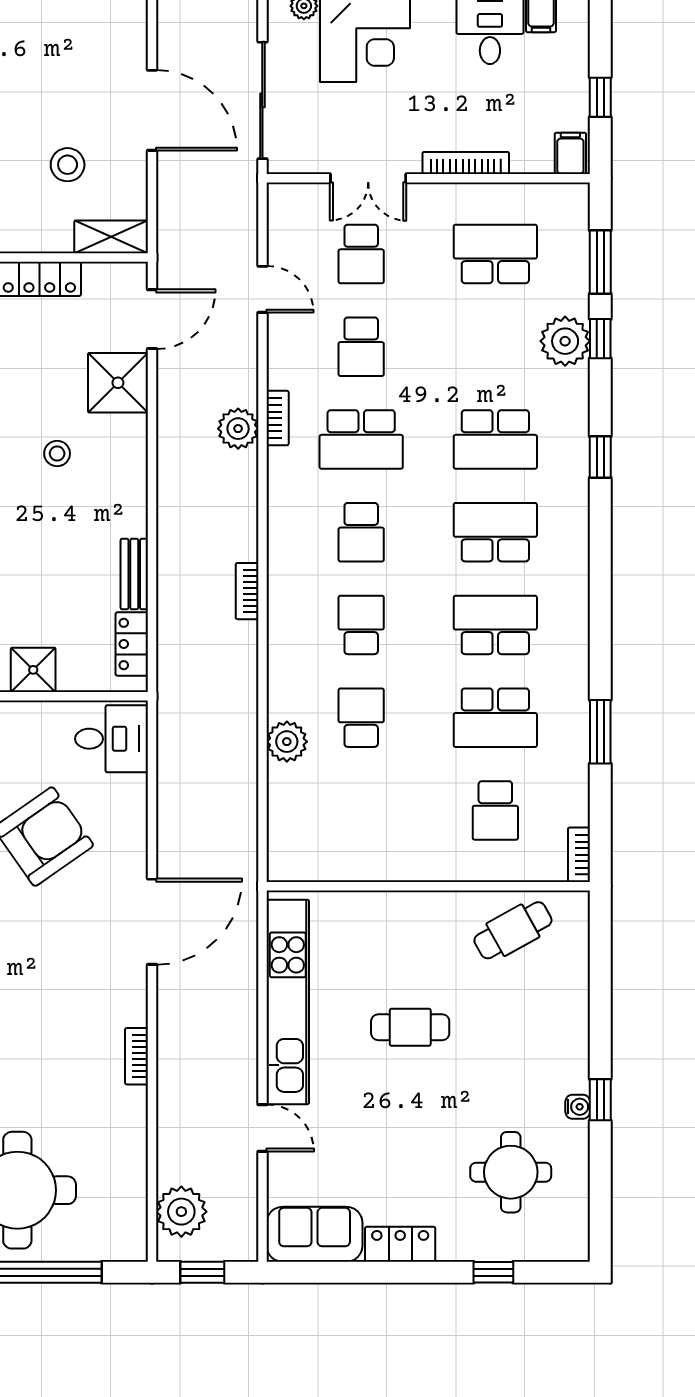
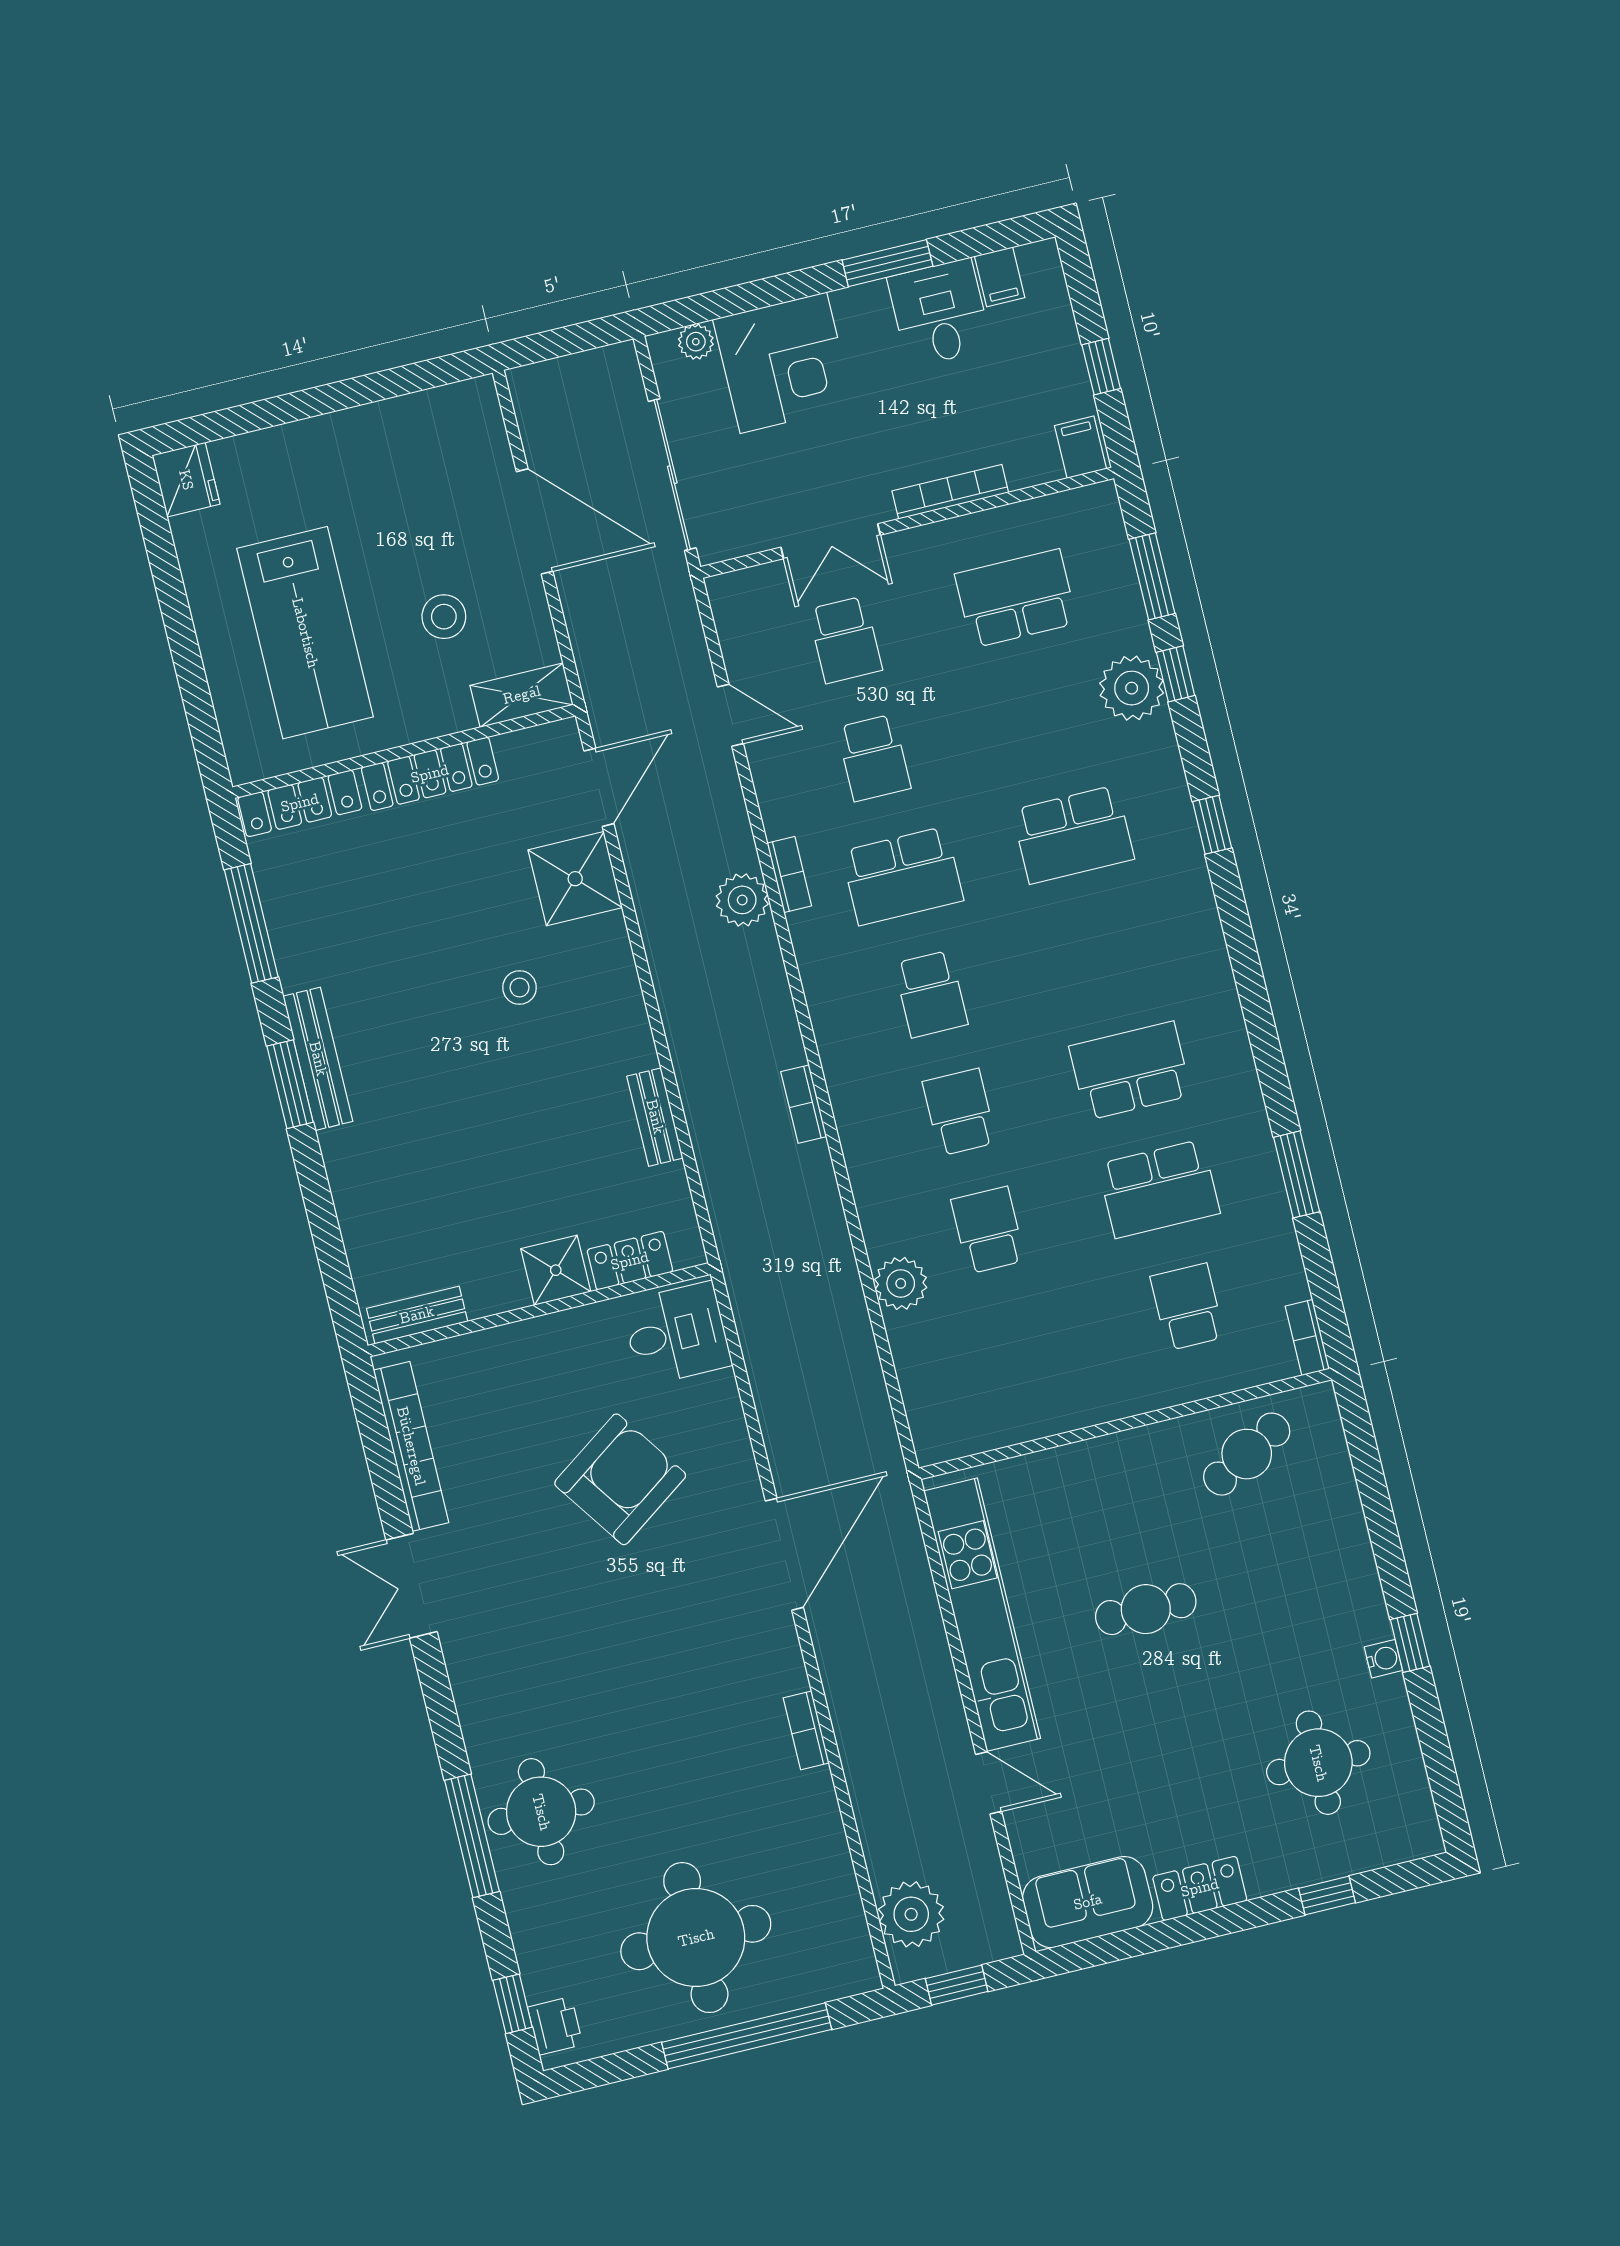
school desk: (495, 532) -> (1102, 953), removed
locker: (132, 644) -> (630, 1261), moved, turned 90
school desk: (495, 810) -> (1187, 1307), turned 180

